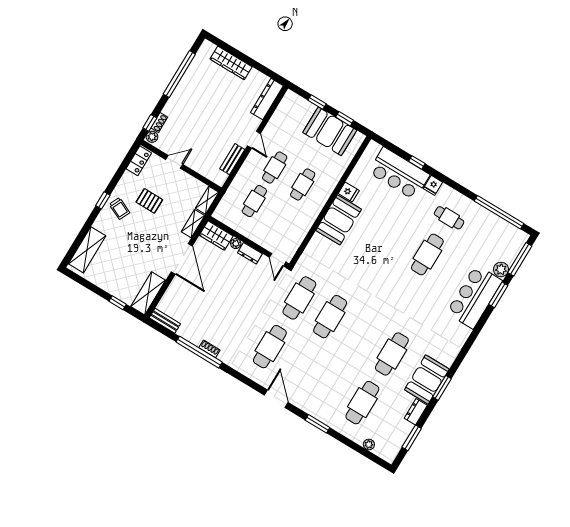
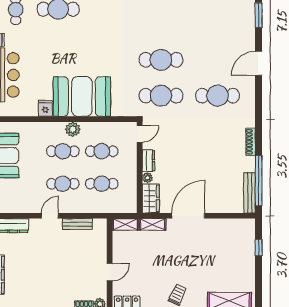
door: (174, 162) -> (110, 272), swing flipped
pallet: (149, 201) -> (156, 273), removed
plant: (316, 205) -> (73, 129), added
cafe table: (282, 218) -> (102, 151), added
booth: (339, 220) -> (82, 97), width x1.36, depth x1.42
shelving: (148, 293) -> (235, 227), removed
bench: (165, 321) -> (250, 193), width x1.36
shoe rack: (209, 349) -> (250, 142), width x1.43
window: (199, 352) -> (259, 181), moved

